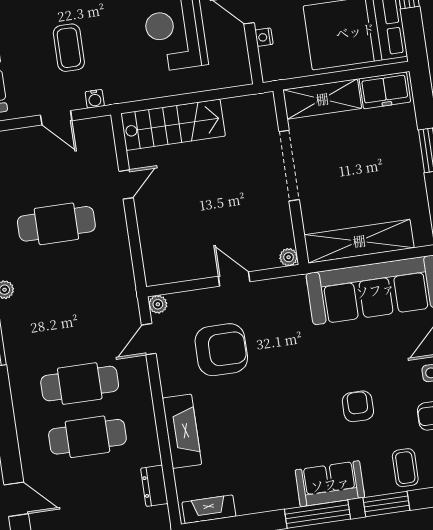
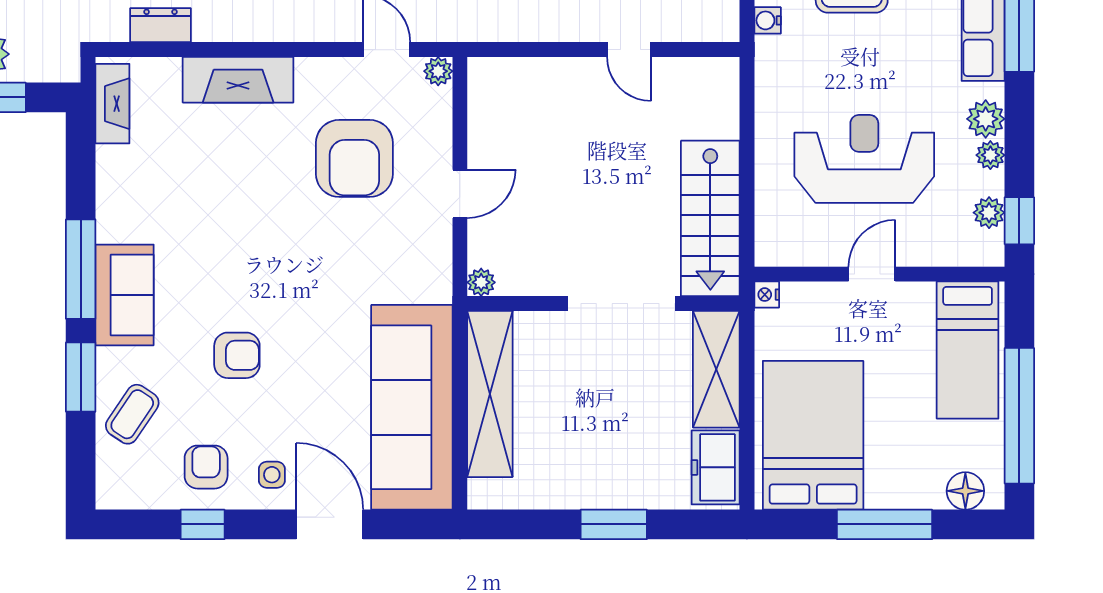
nightstand: (264, 37) -> (767, 295), moved, turned -90
stairs: (173, 125) -> (710, 218), moved
coffee table: (405, 468) -> (132, 414), turned -56

